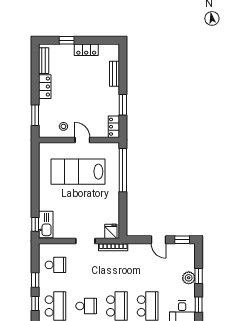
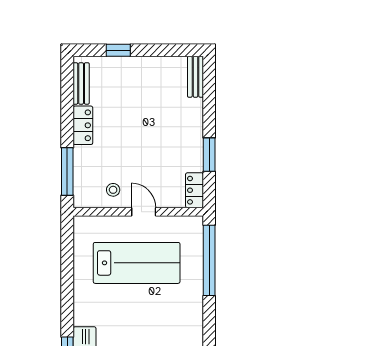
locker: (86, 50) -> (150, 66), removed
bench: (114, 74) -> (195, 77), moved
window: (35, 115) -> (67, 172), width x1.44
lab bench: (78, 172) -> (137, 263), turned 180

